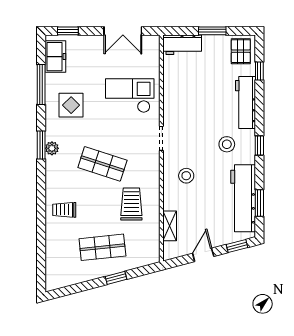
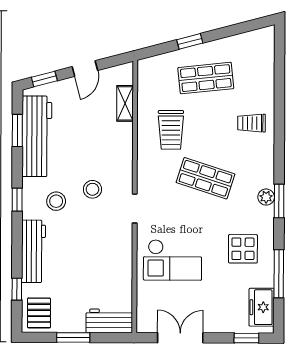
stool: (186, 176) -> (92, 189), moved
trolley: (64, 210) -> (252, 123), turned 180

